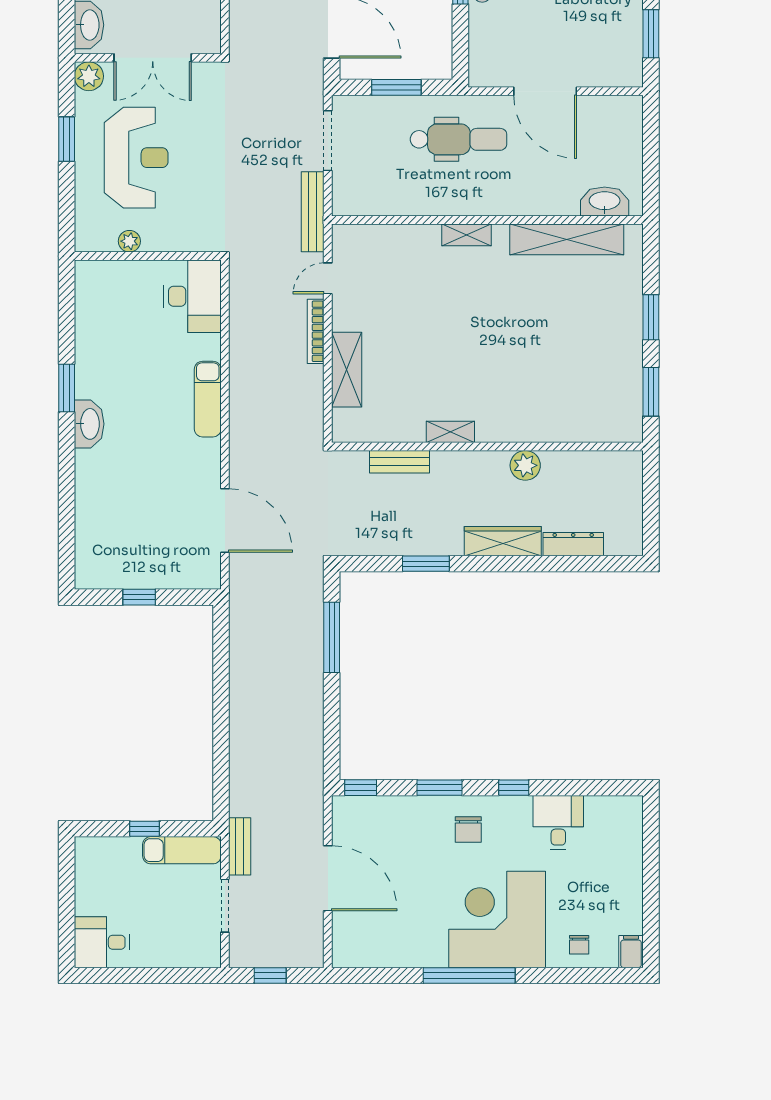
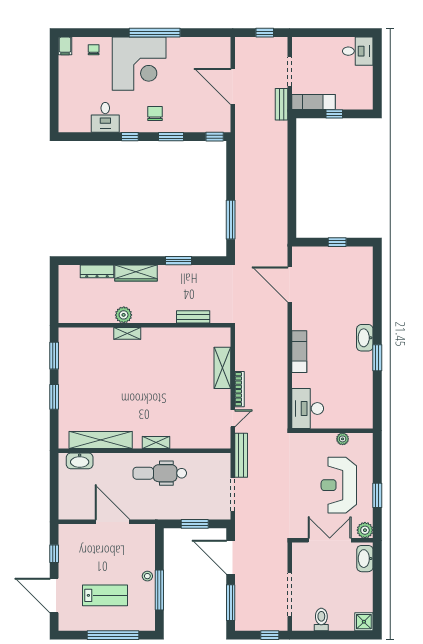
window: (651, 34) -> (54, 554), width x0.67
dental chair: (459, 139) -> (160, 473), moved
shelving: (450, 432) -> (127, 333), moved

